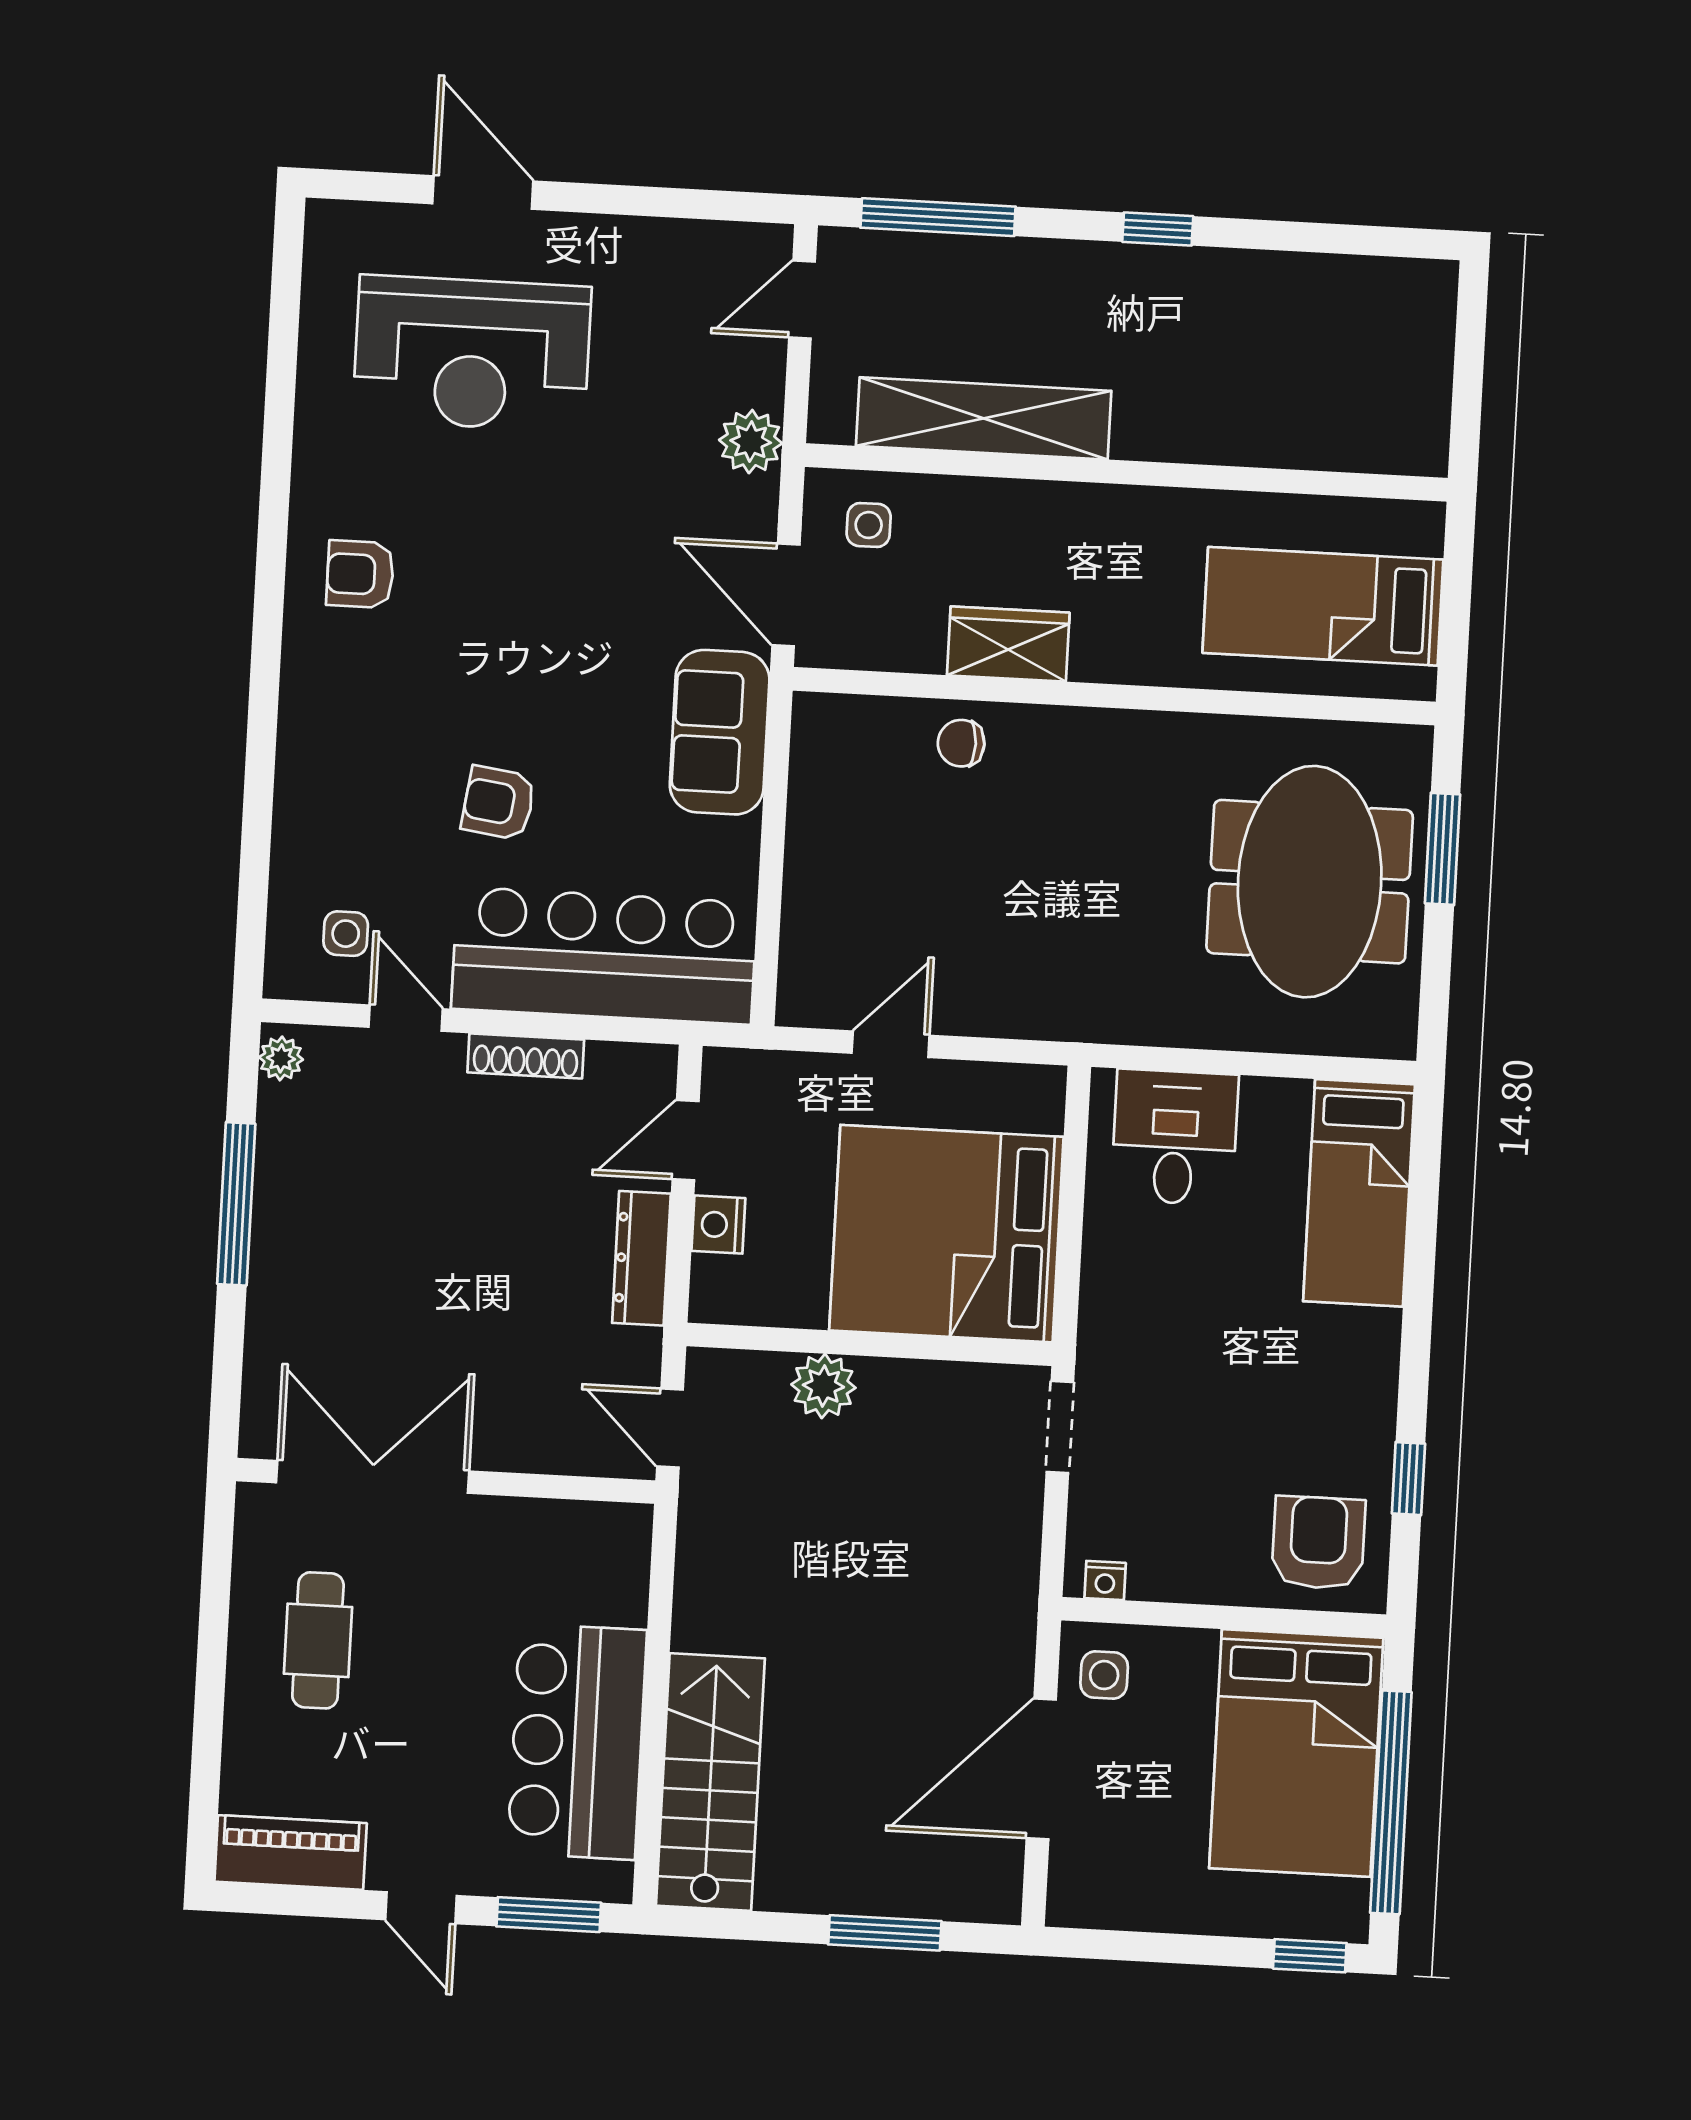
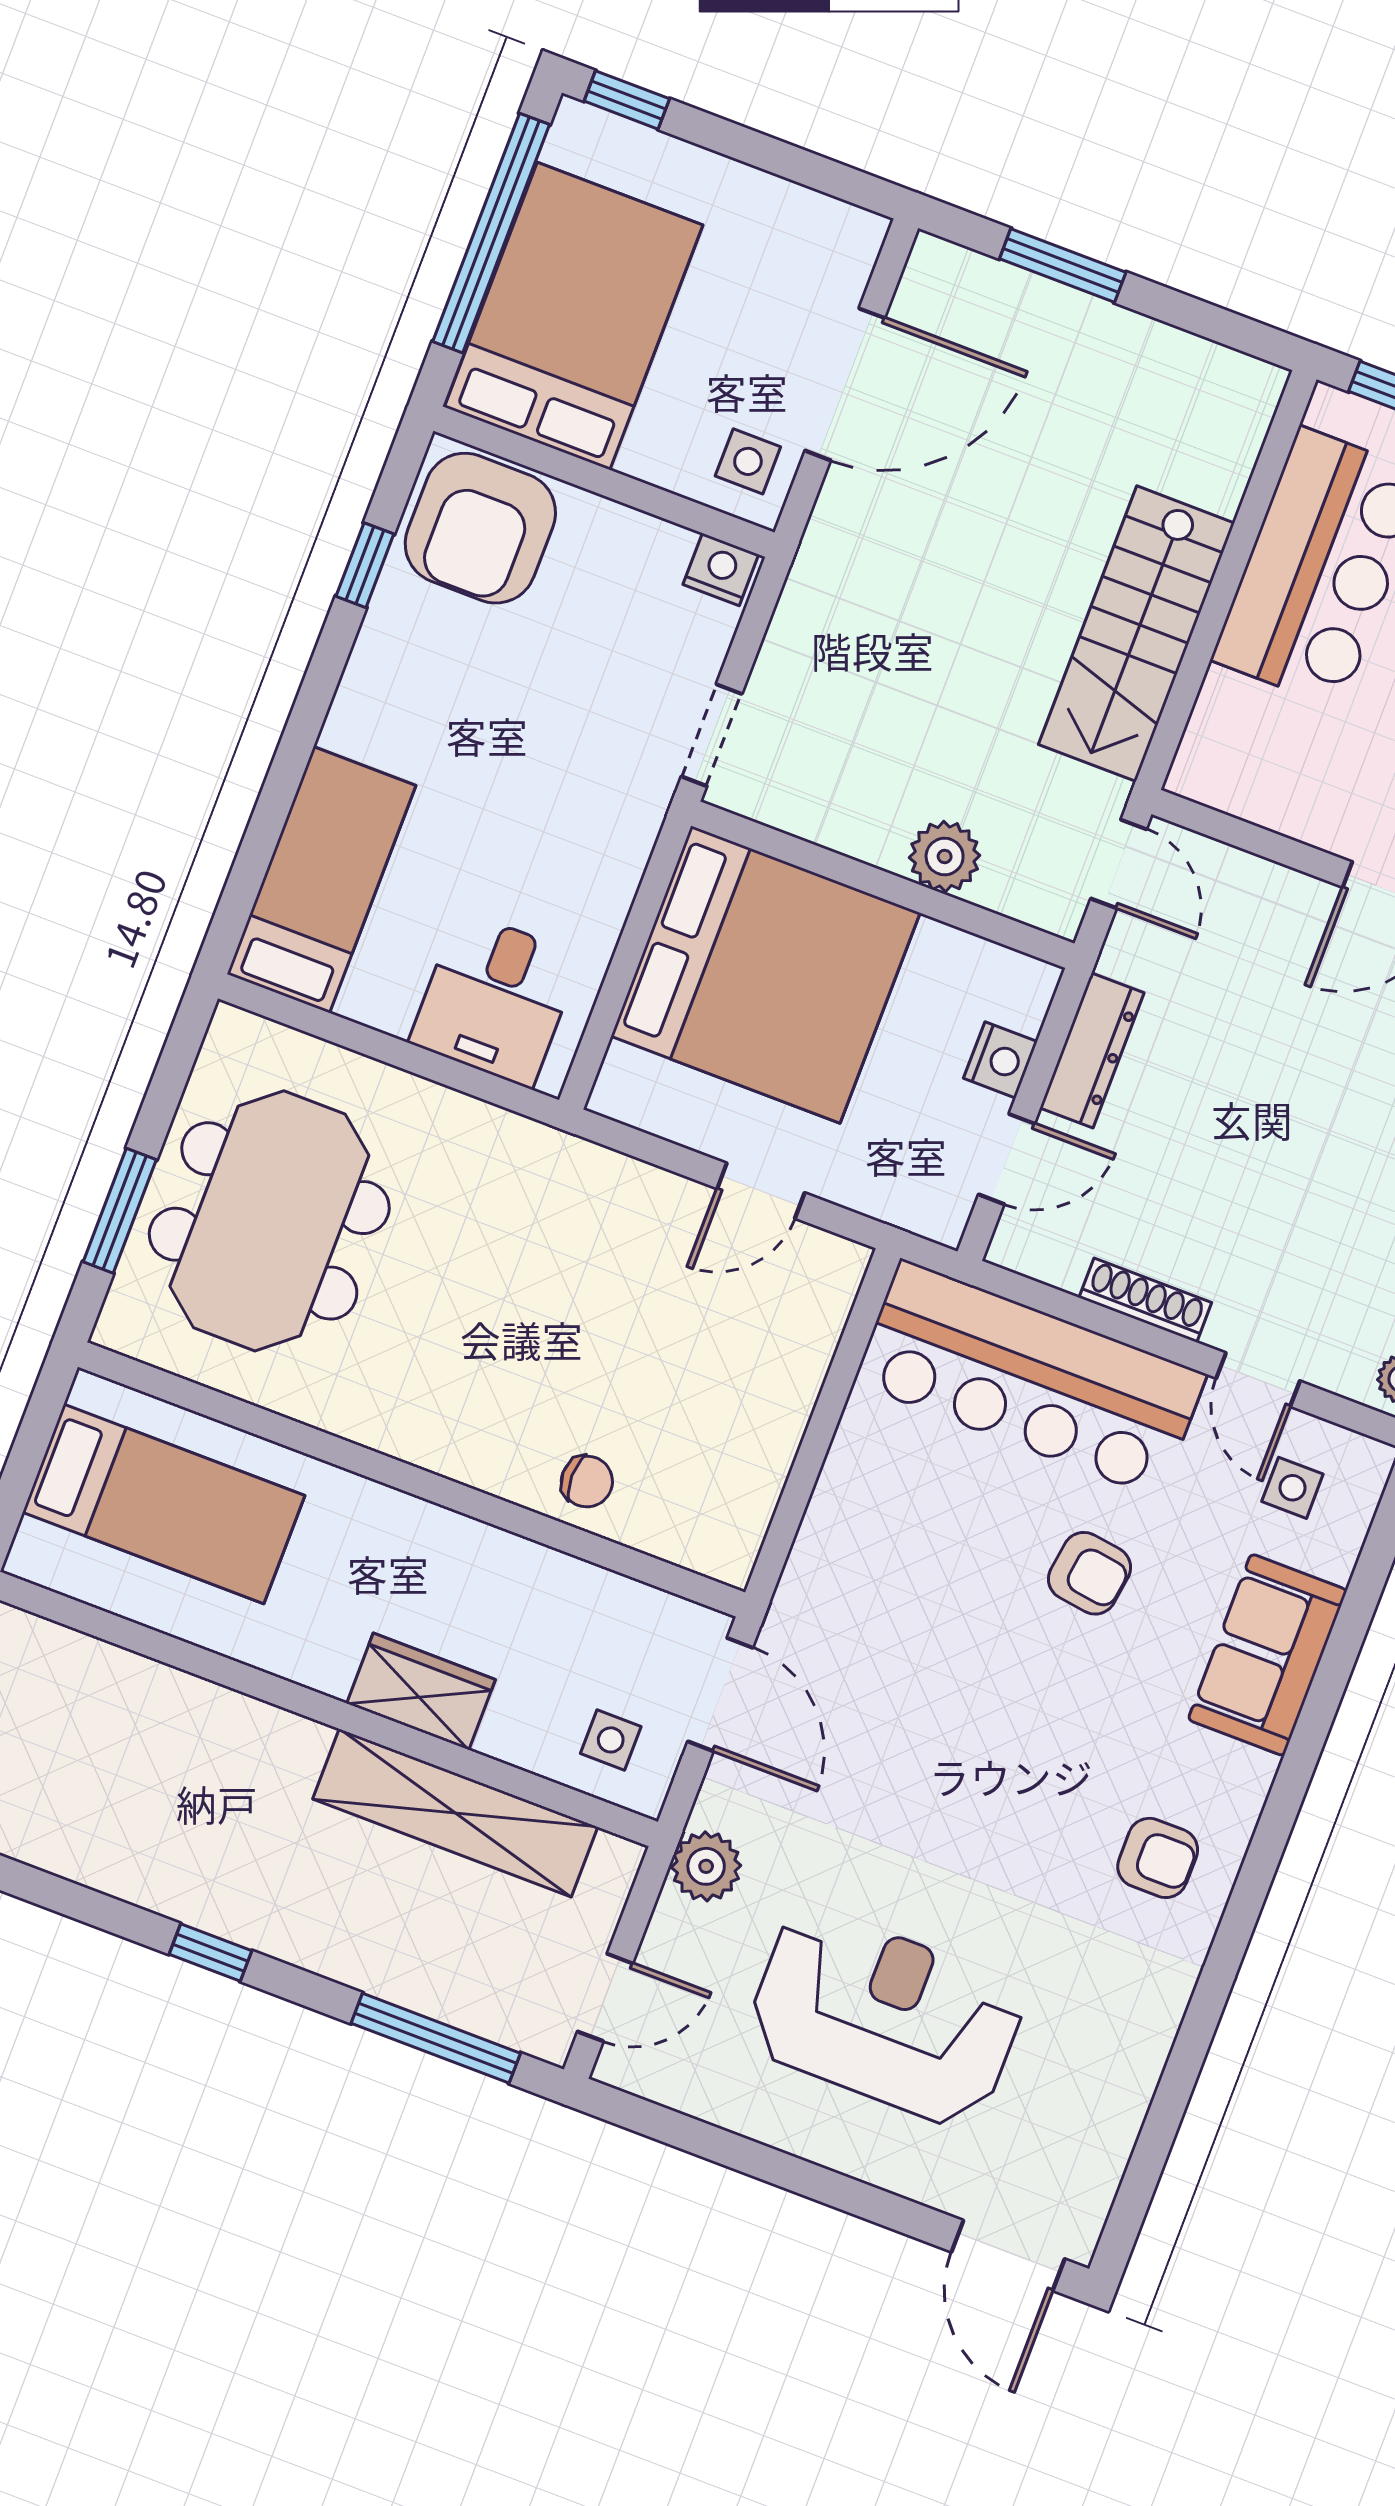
door: (483, 192) -> (1008, 2256), moved
reception desk: (472, 354) -> (885, 2017), moved
wardrobe: (1008, 644) -> (421, 1691), moved, turned 180
sofa: (720, 732) -> (1268, 1655), moved, turned 180
armchair: (1318, 1543) -> (480, 528), width x1.36, depth x1.36
nightstand: (1105, 1581) -> (721, 569), width x1.39, depth x1.35
stairs: (710, 1782) -> (1136, 634), moved

